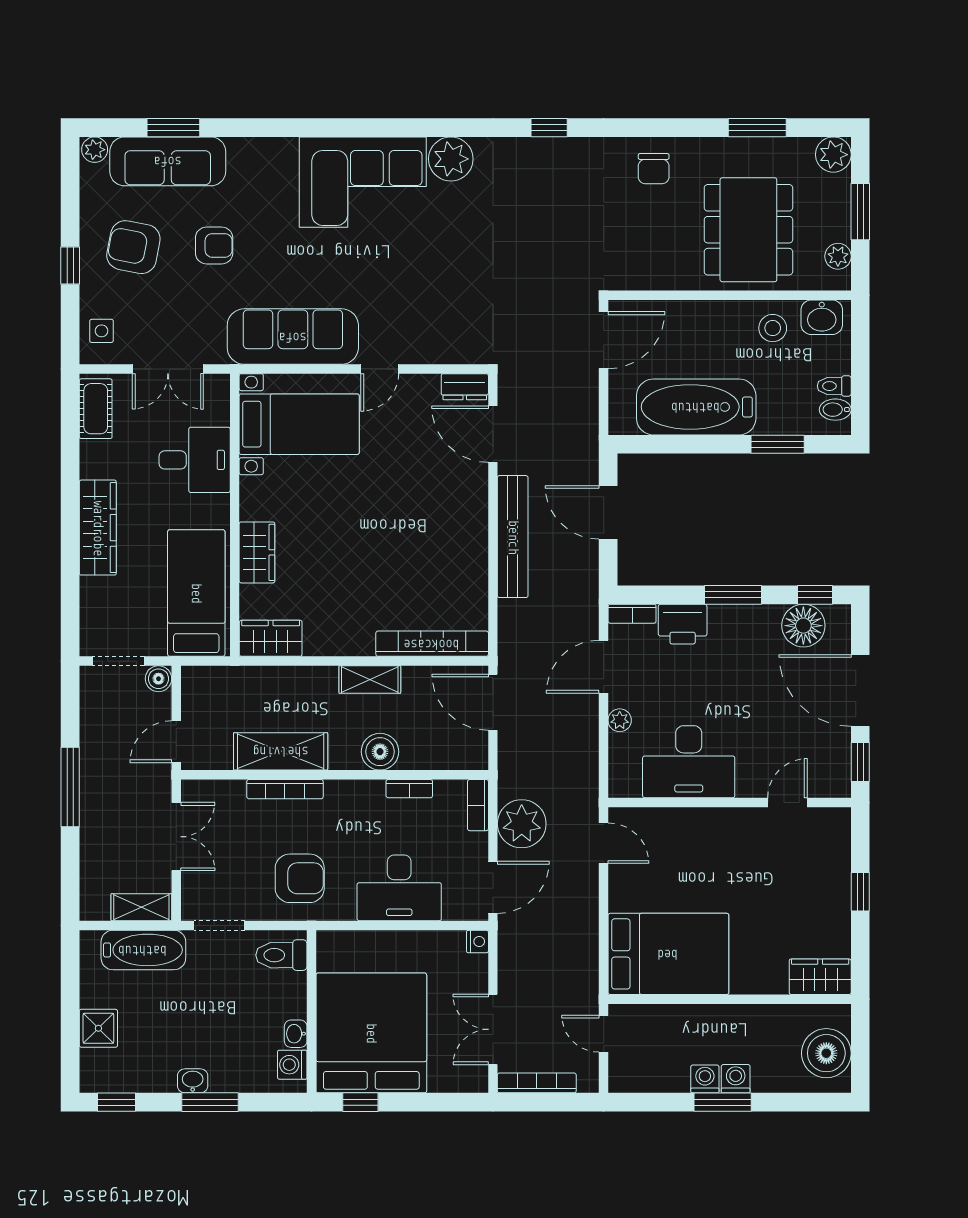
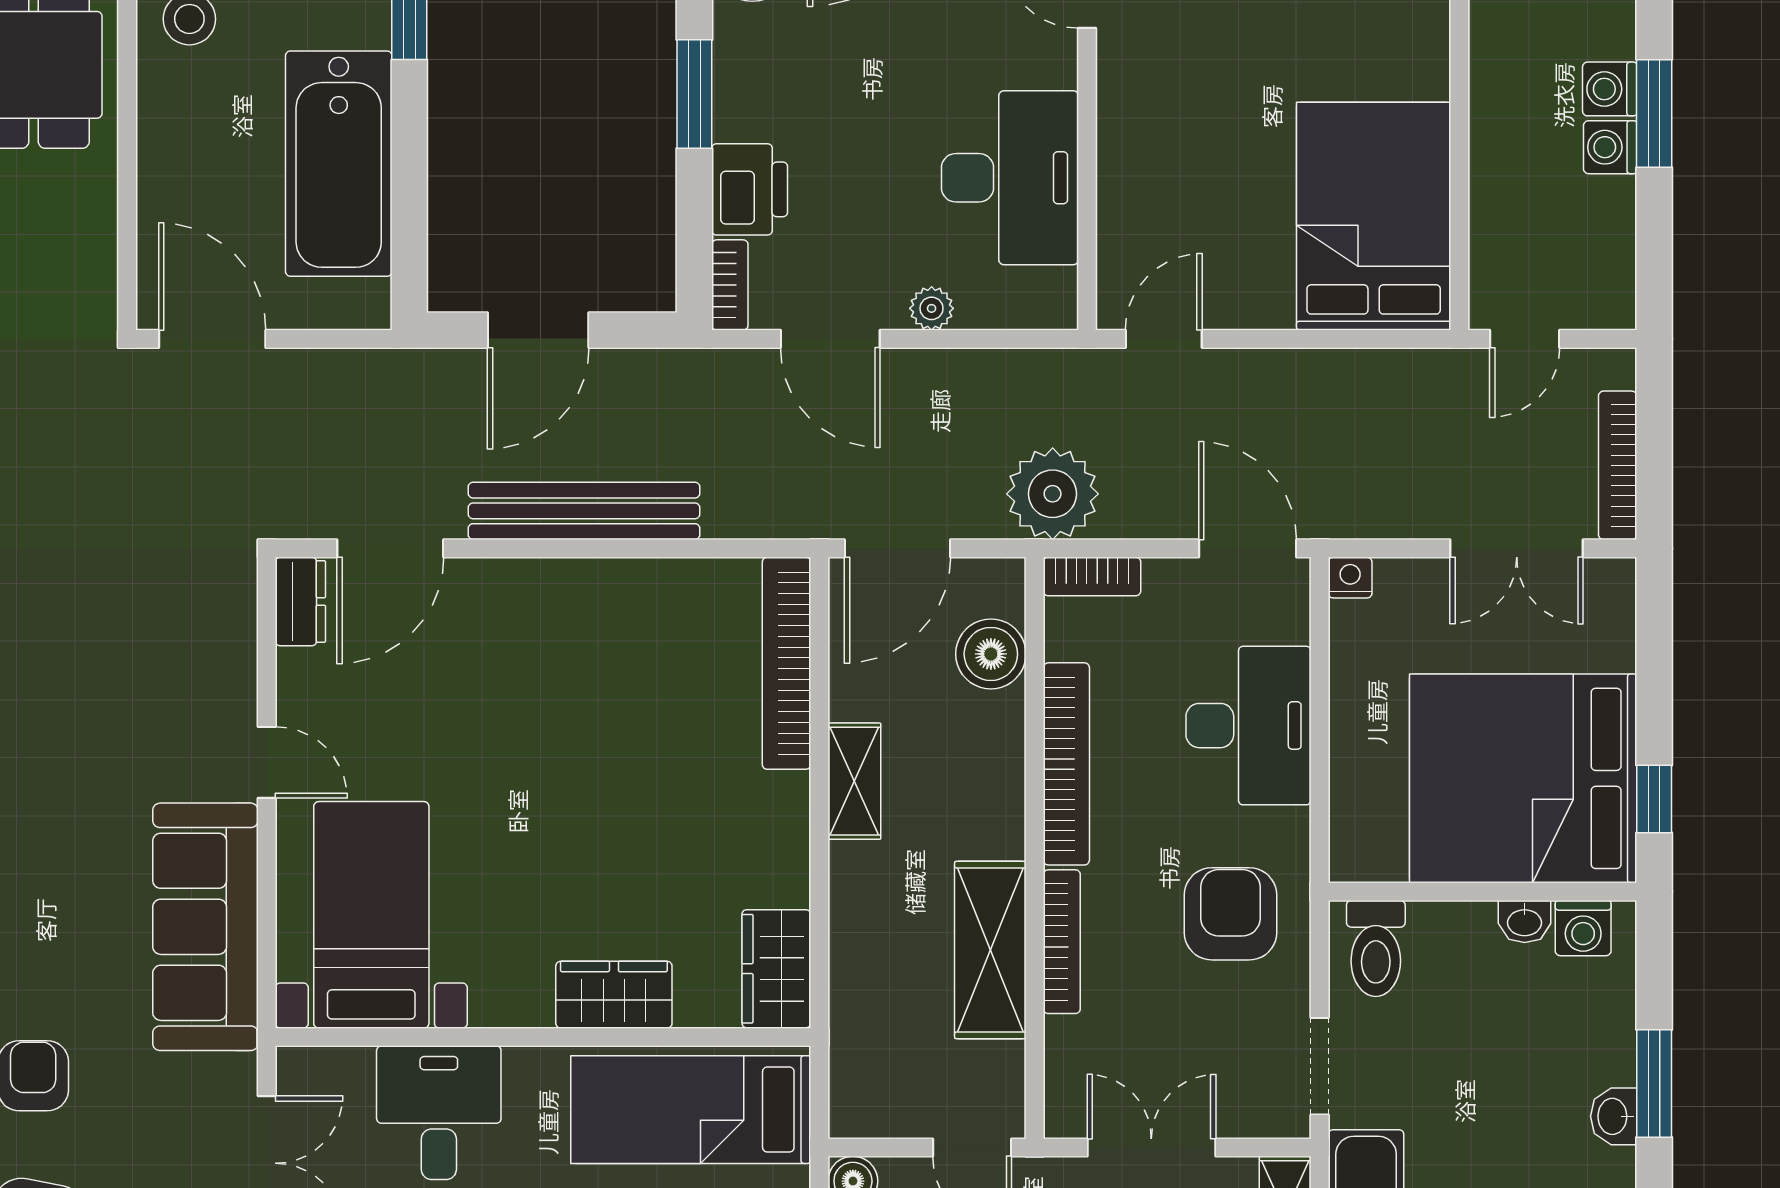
boiler: (380, 752) -> (991, 654), moved
bookcase: (409, 789) -> (1066, 764), width x2.31, depth x1.31
plant: (522, 824) -> (1053, 494), moved

